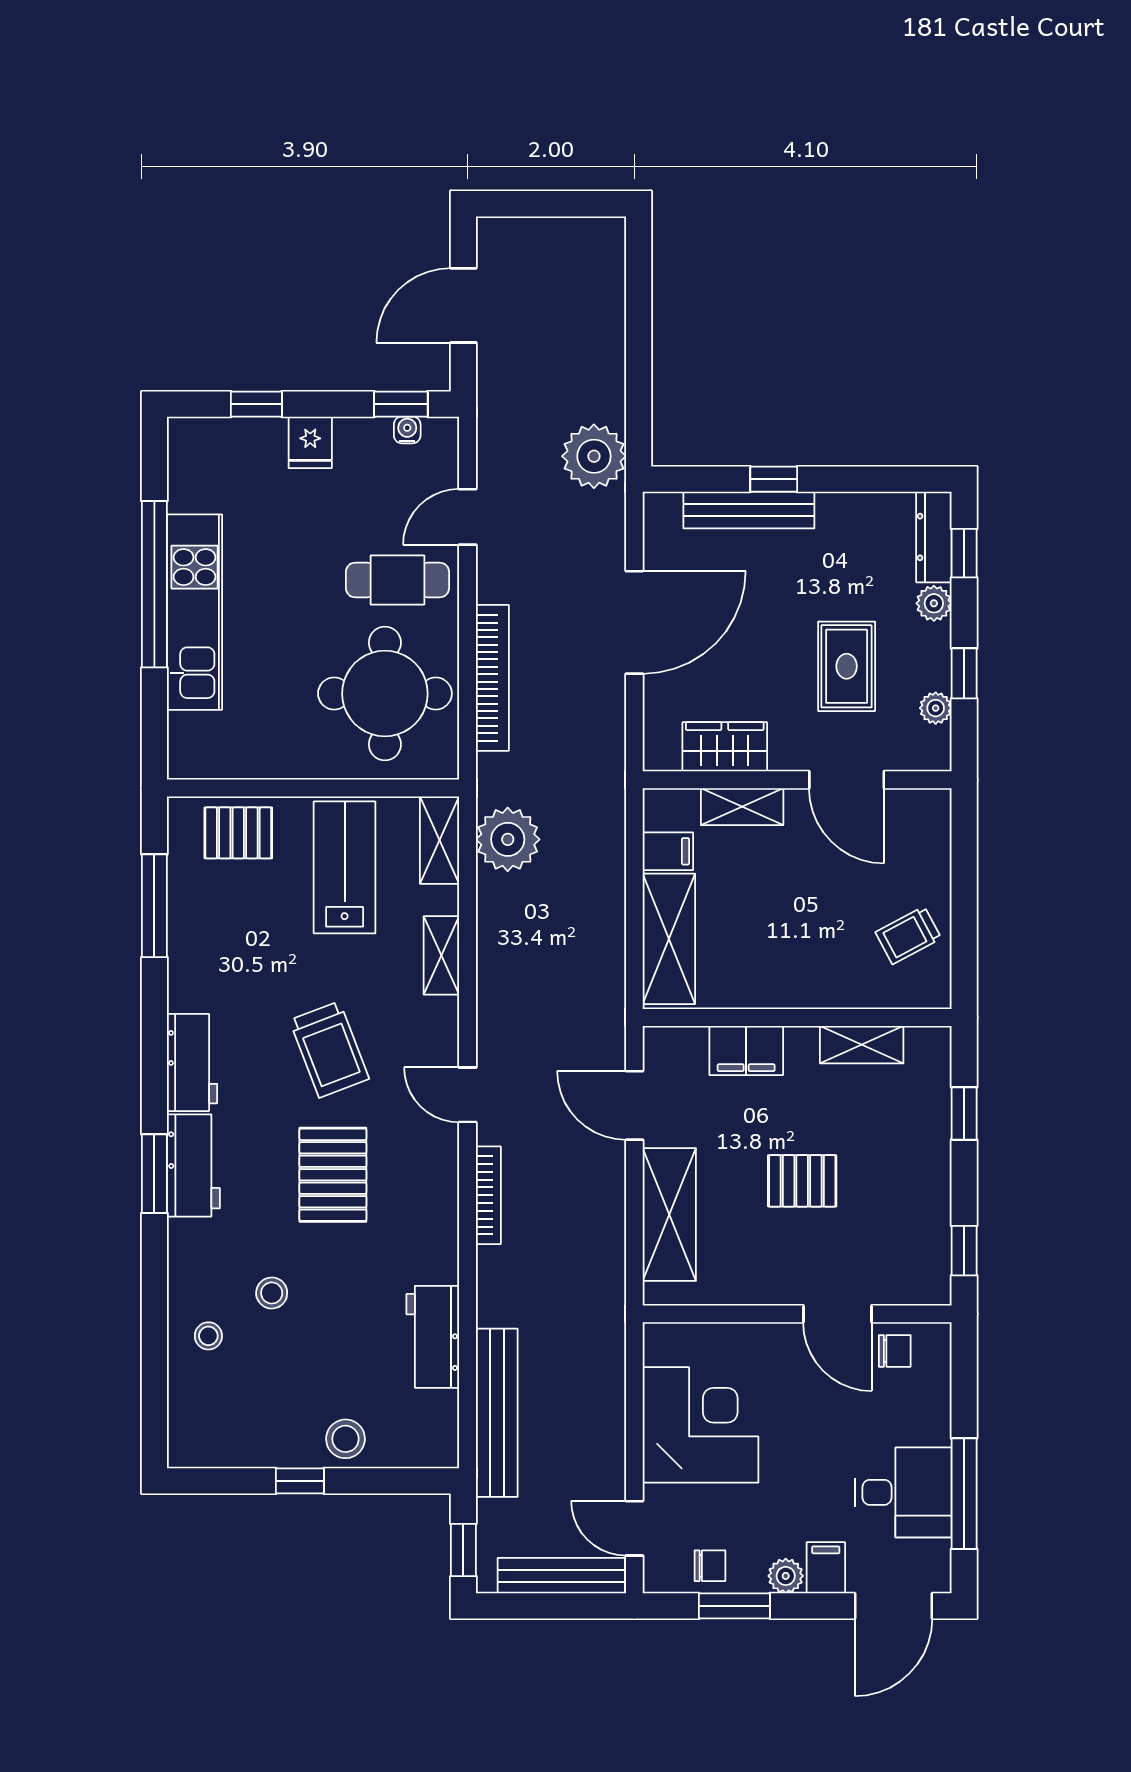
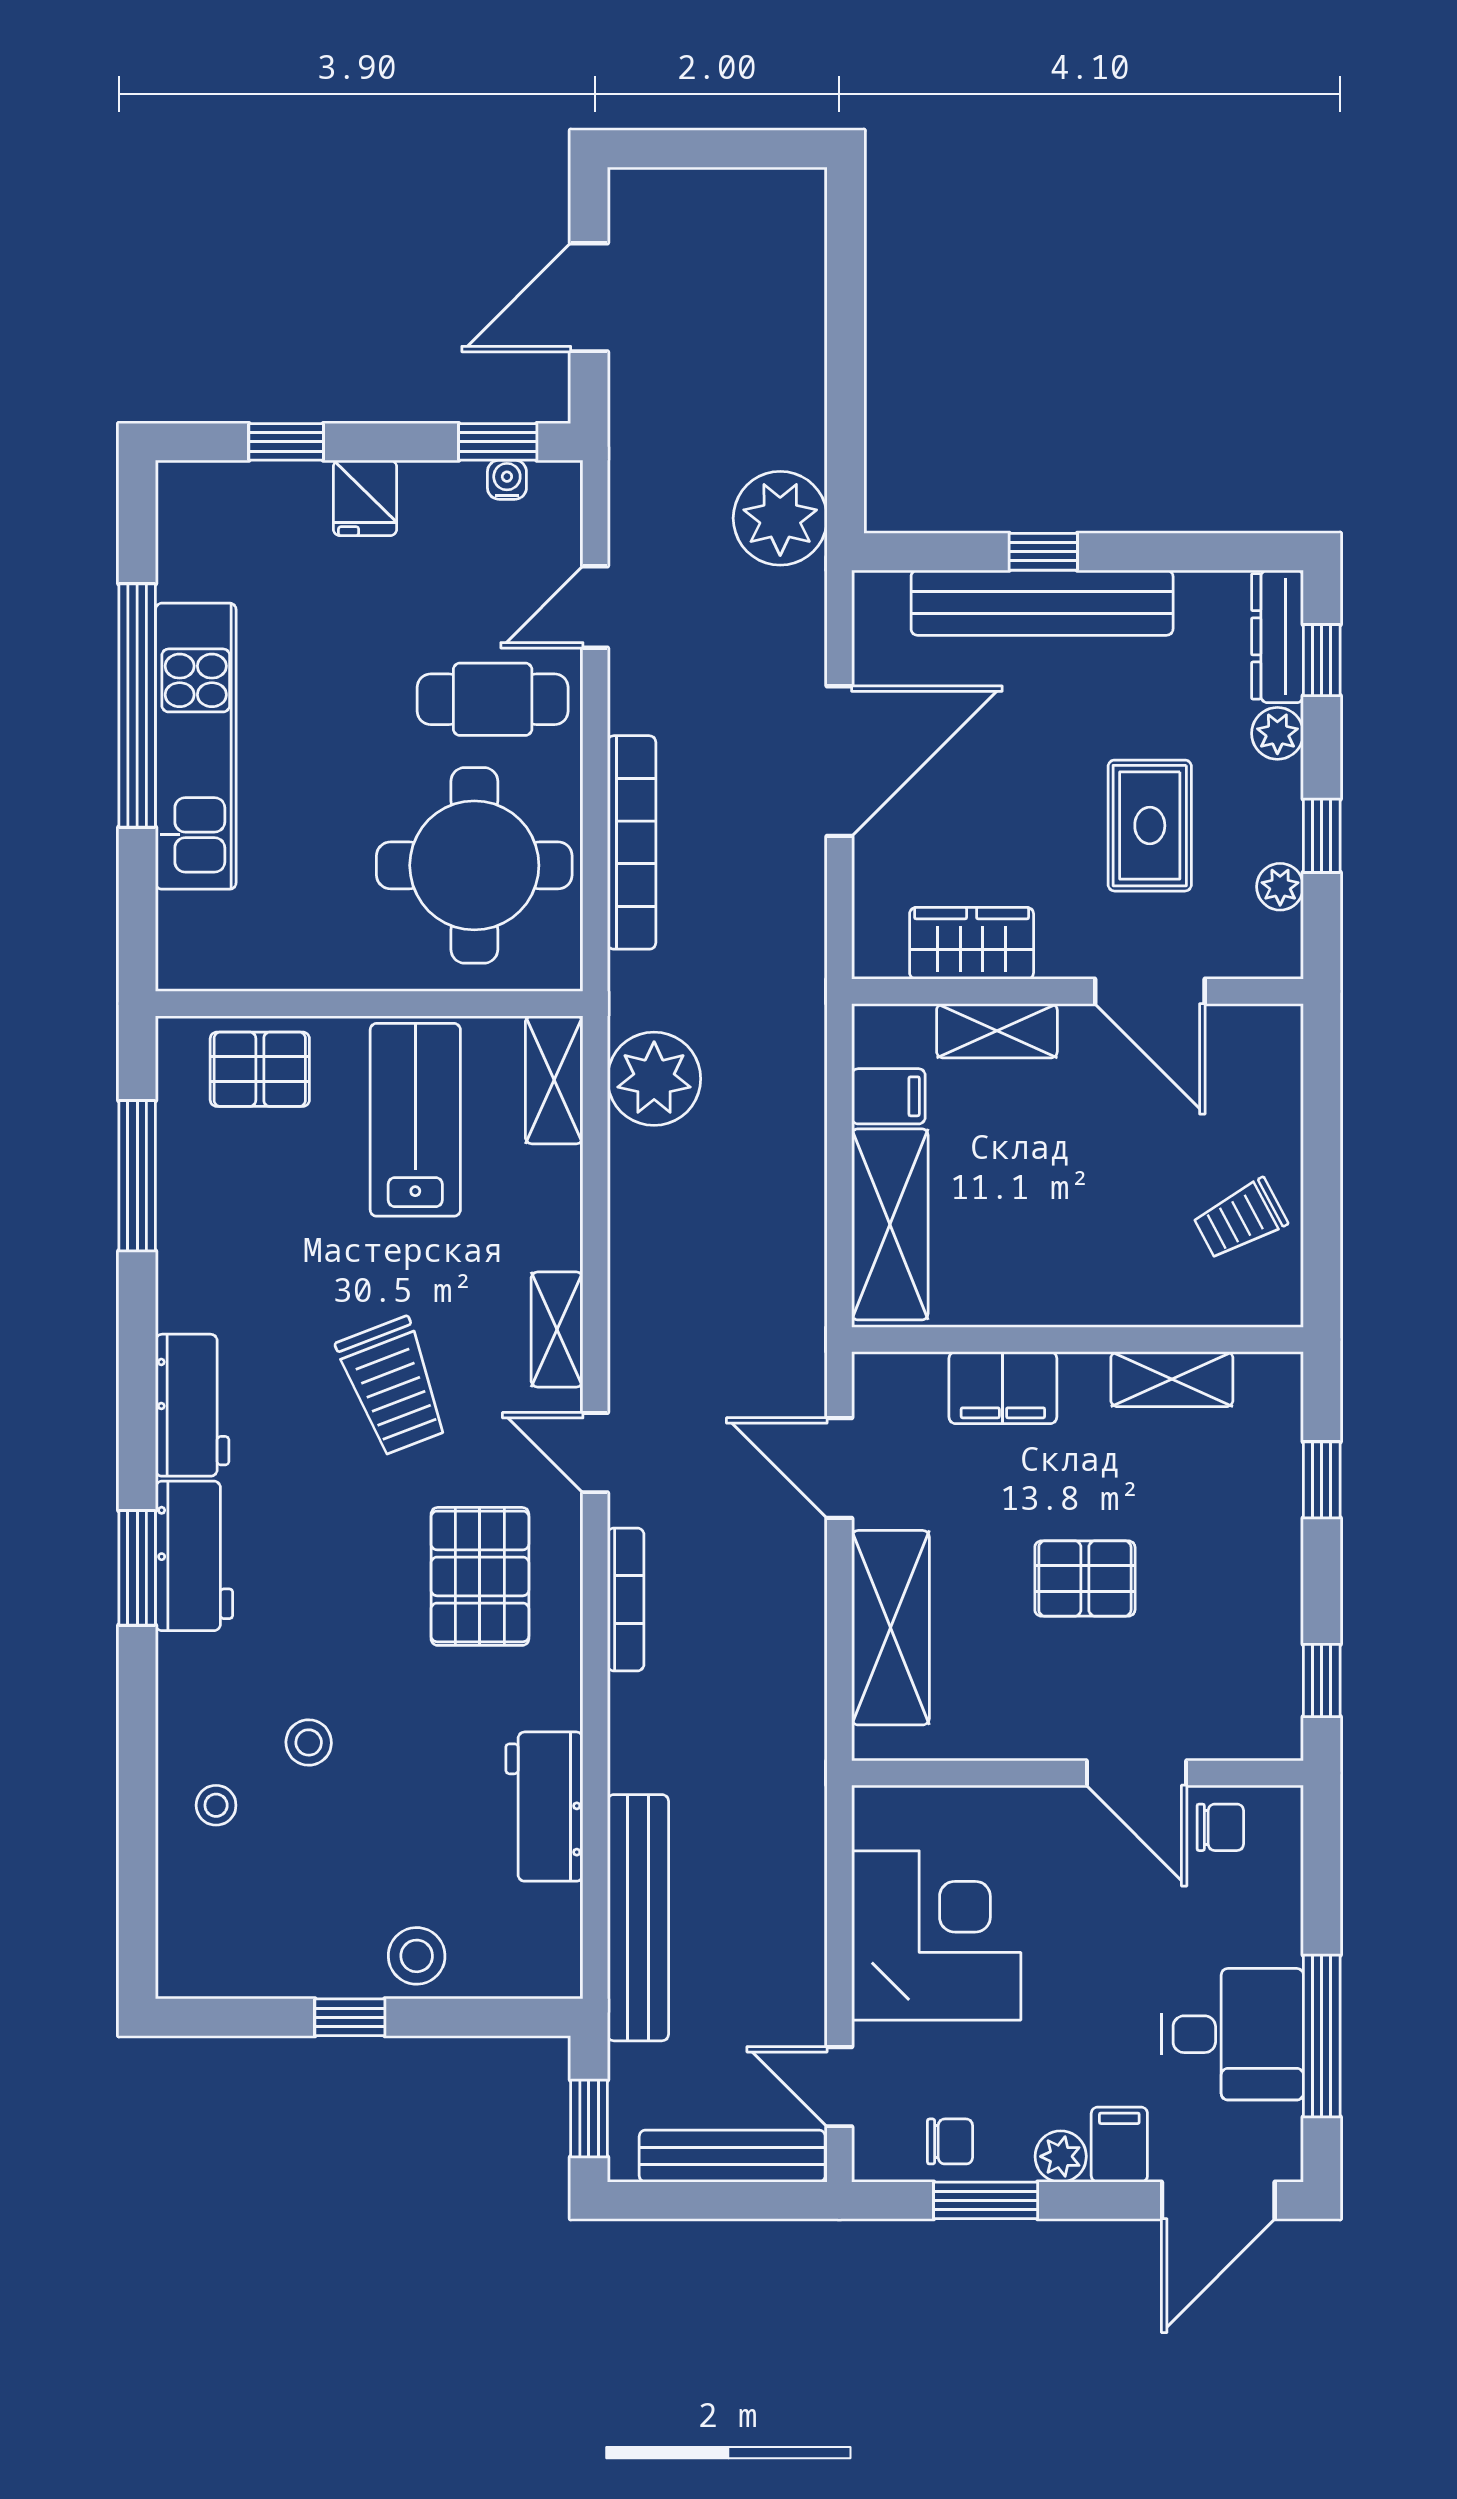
bench: (749, 510) -> (1042, 603), width x1.37, depth x1.21
shelving: (441, 955) -> (557, 1330), moved
pallet: (333, 1175) -> (480, 1576), moved

